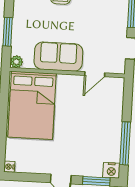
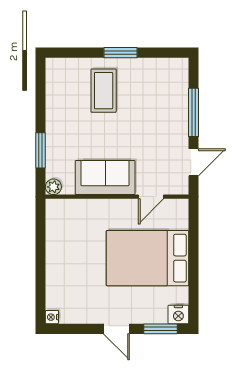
bed: (32, 105) -> (148, 258), moved, turned 90
window: (125, 143) -> (194, 280), removed

